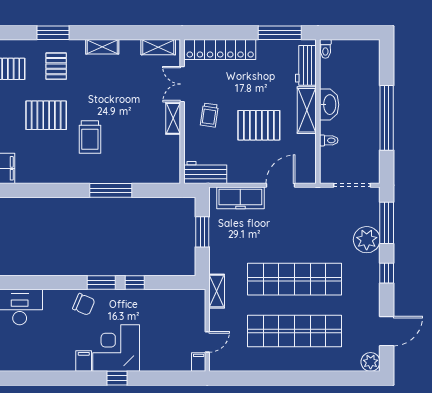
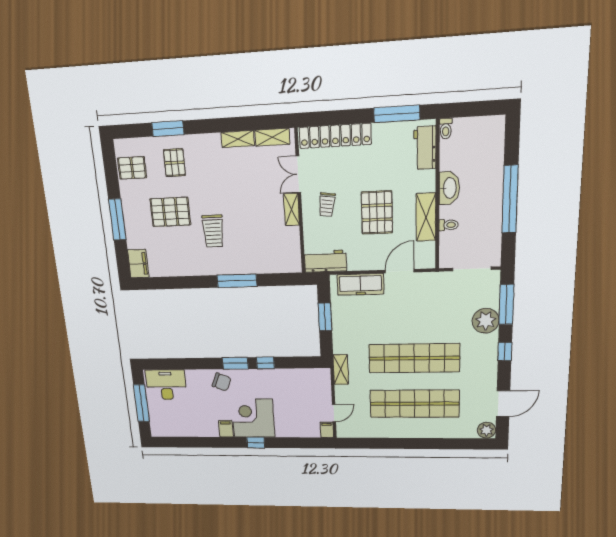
shelving: (102, 47) -> (238, 139), moved
shelving: (307, 110) -> (426, 217), moved
pallet: (259, 125) -> (377, 213), turned 90

